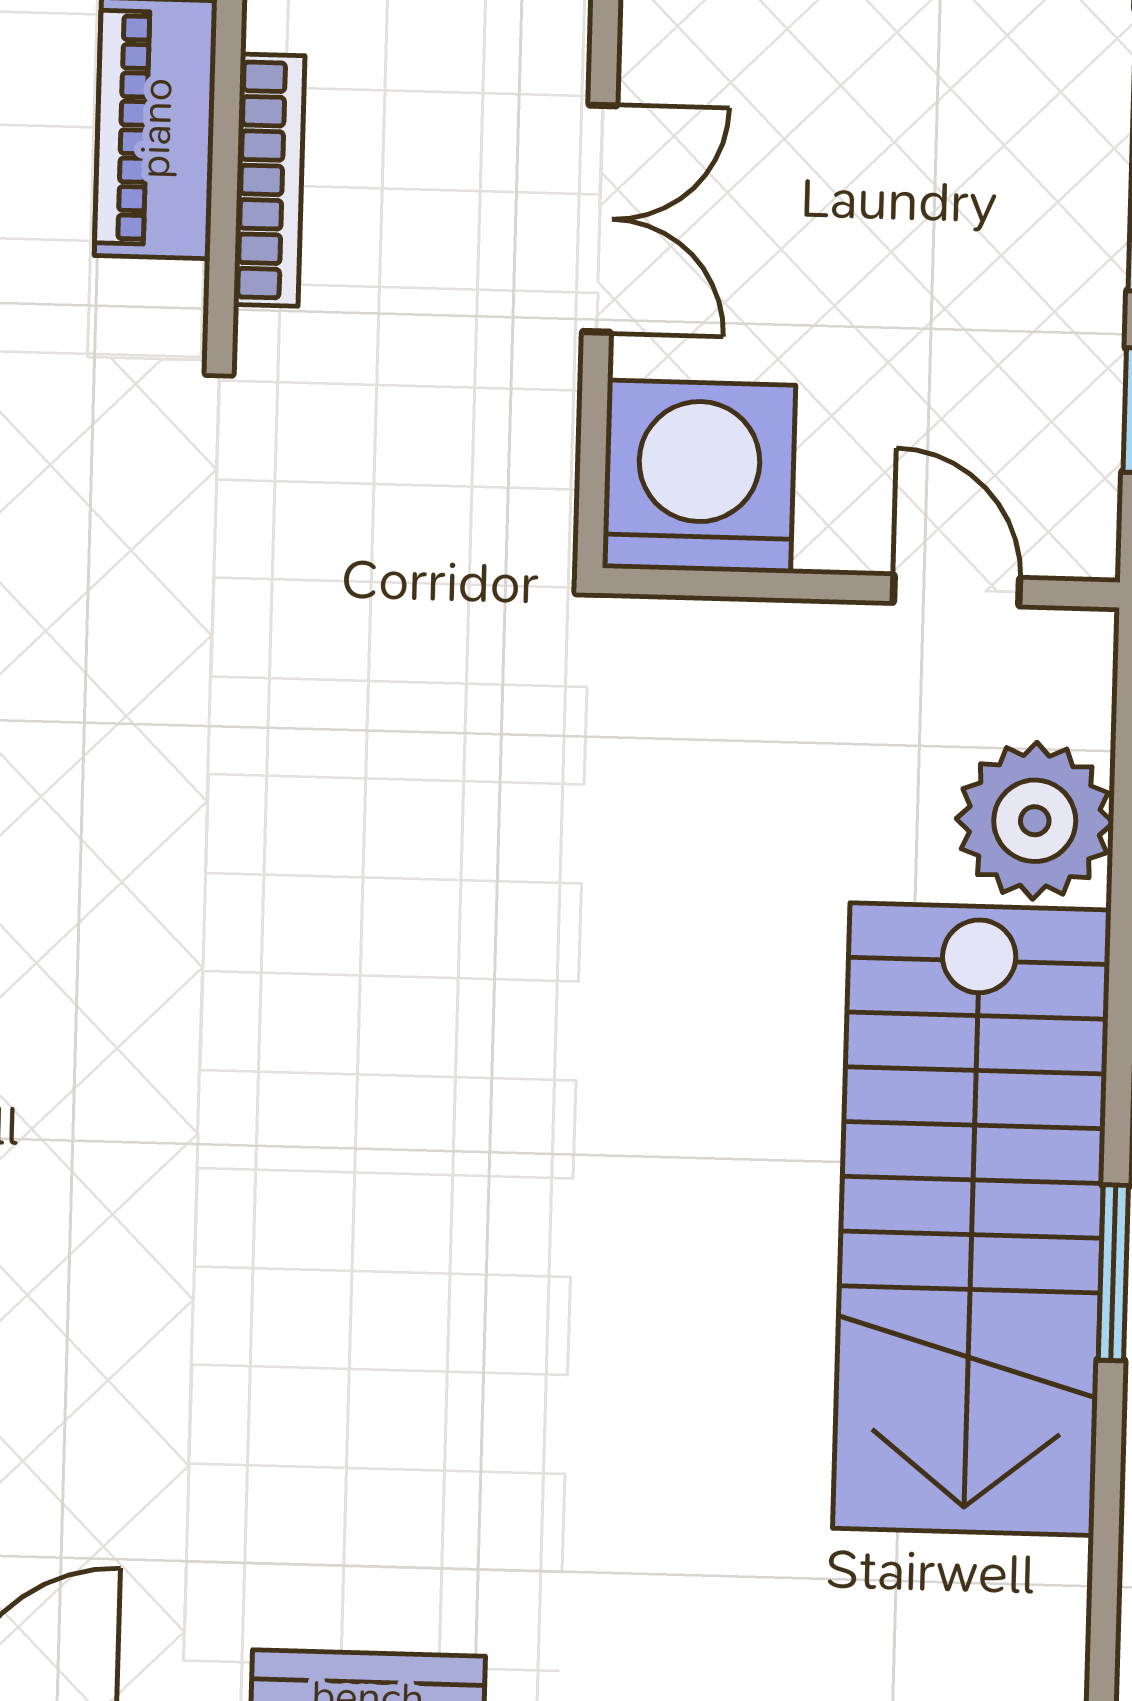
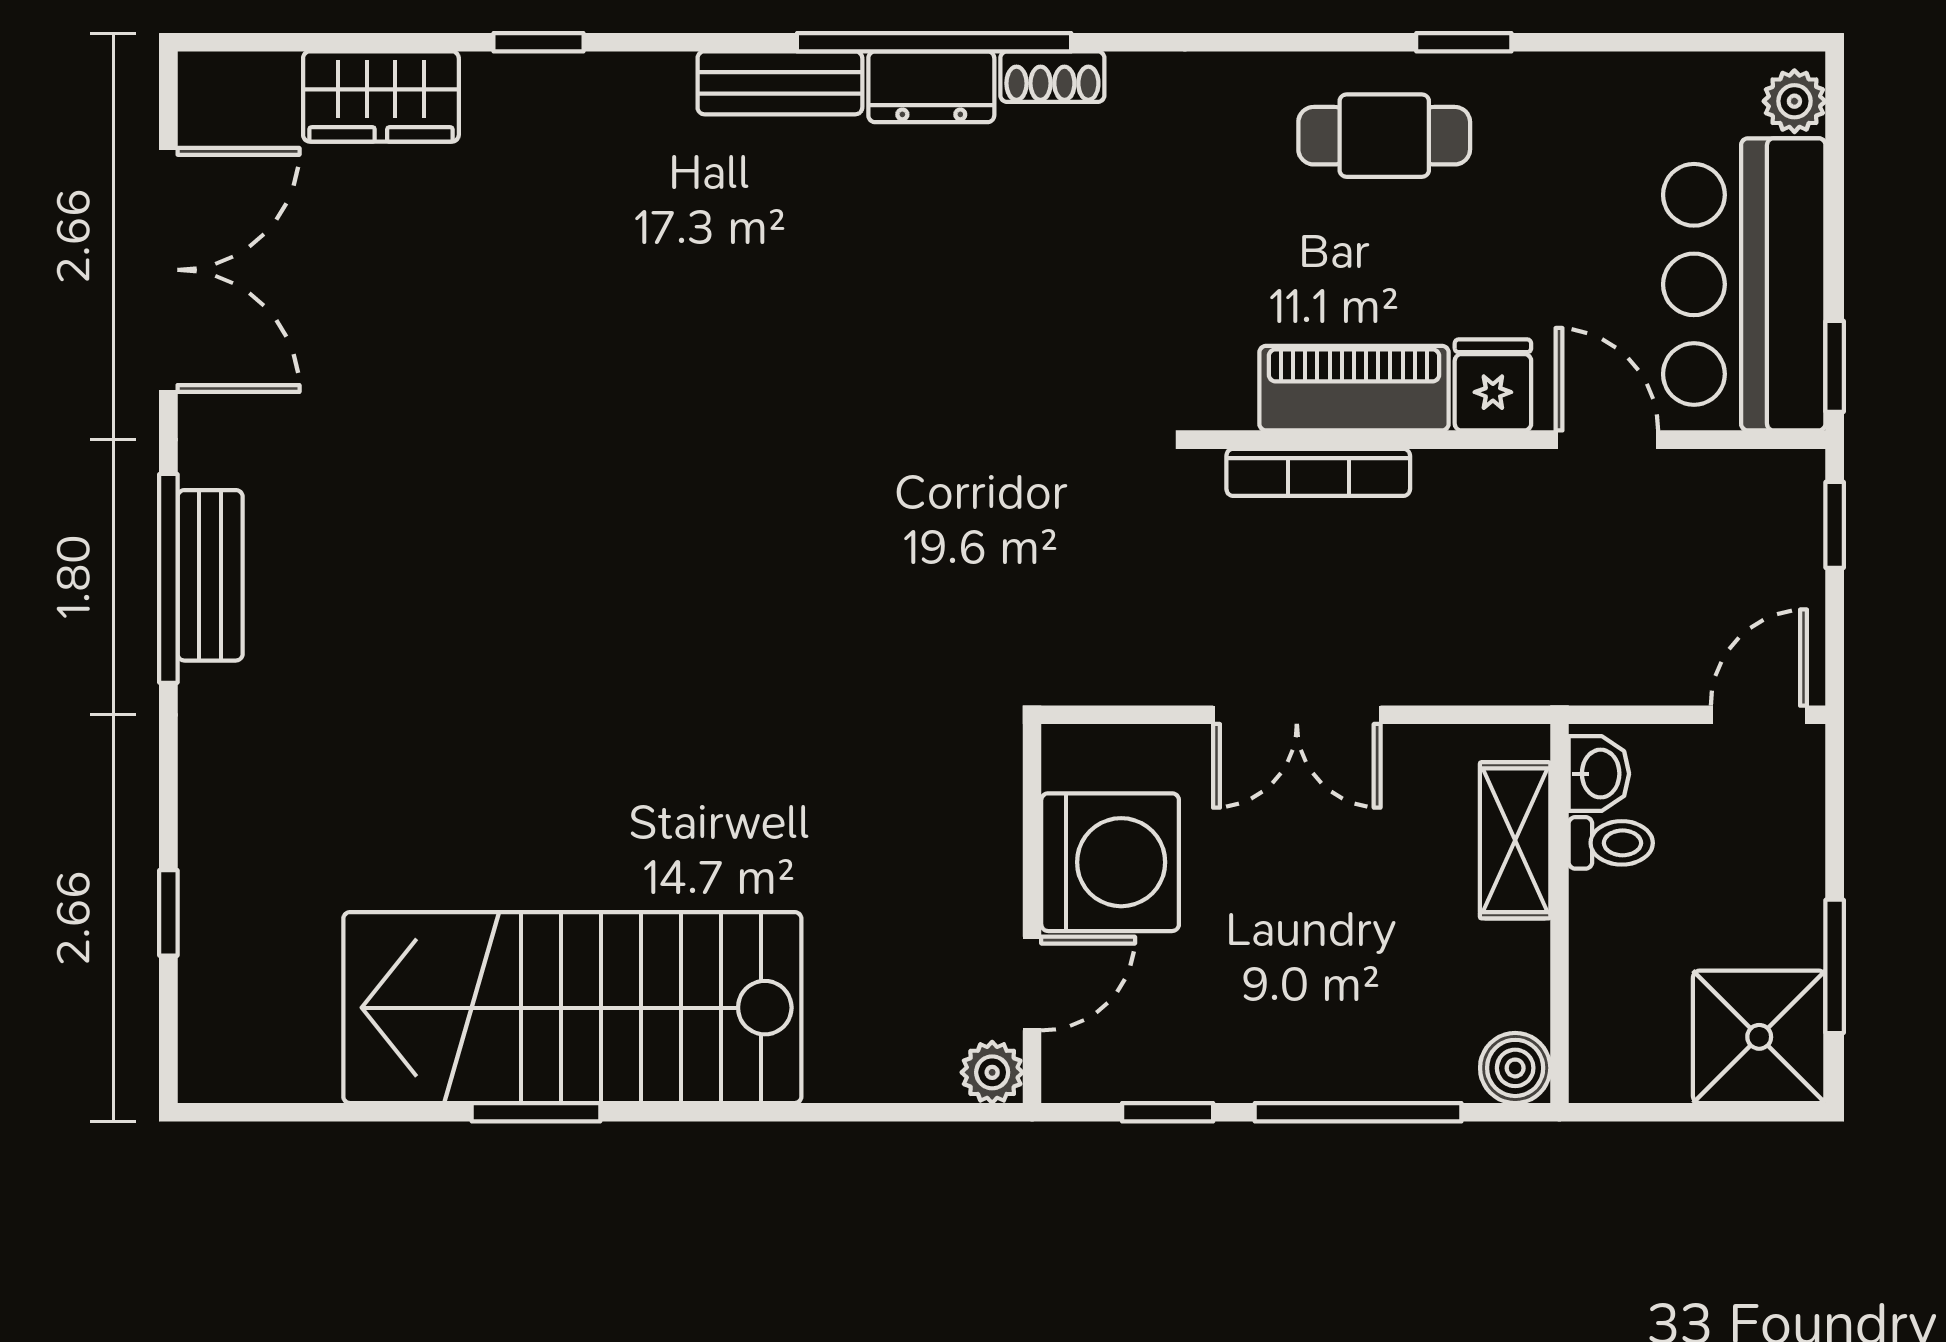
washing machine: (699, 477) -> (1110, 862), moved
plant: (1035, 821) -> (992, 1072), moved, width x0.53, depth x0.53

